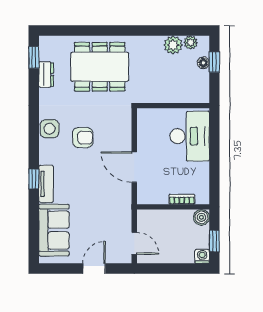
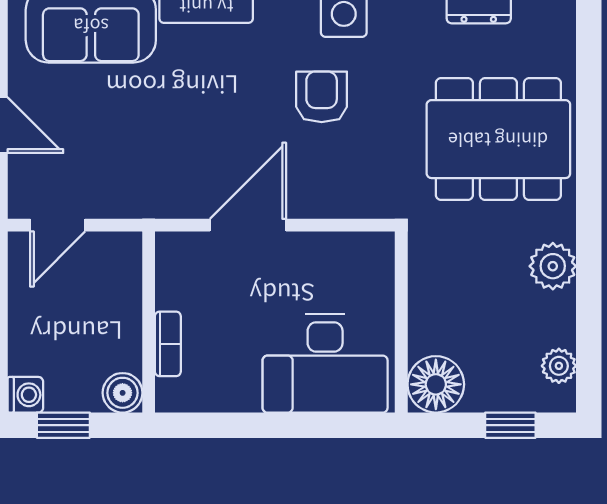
plant: (173, 45) -> (553, 266), moved
floor lamp: (203, 63) -> (436, 384), moved, width x1.89, depth x1.89
dining table: (100, 67) -> (498, 139), turned 90
armchair: (83, 138) -> (322, 97), turned 180

